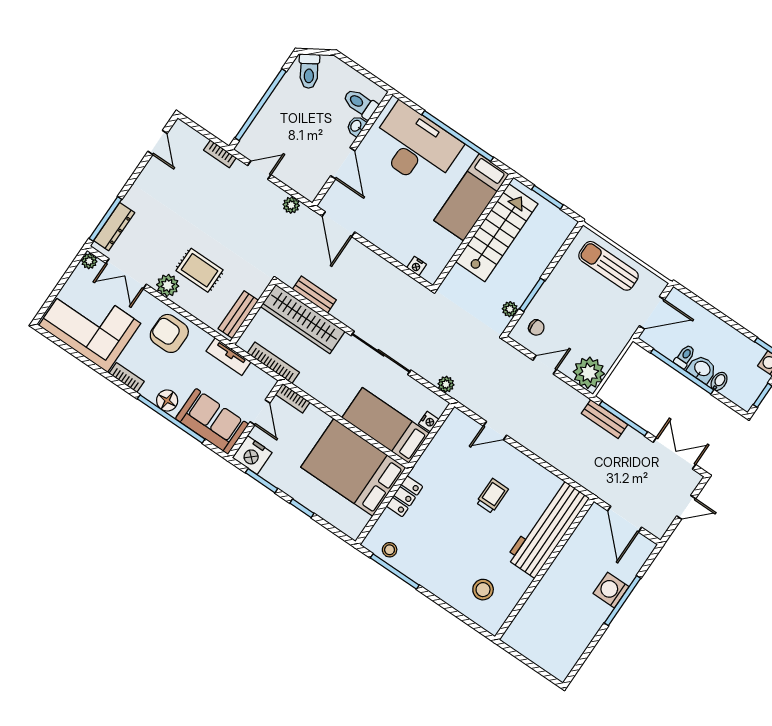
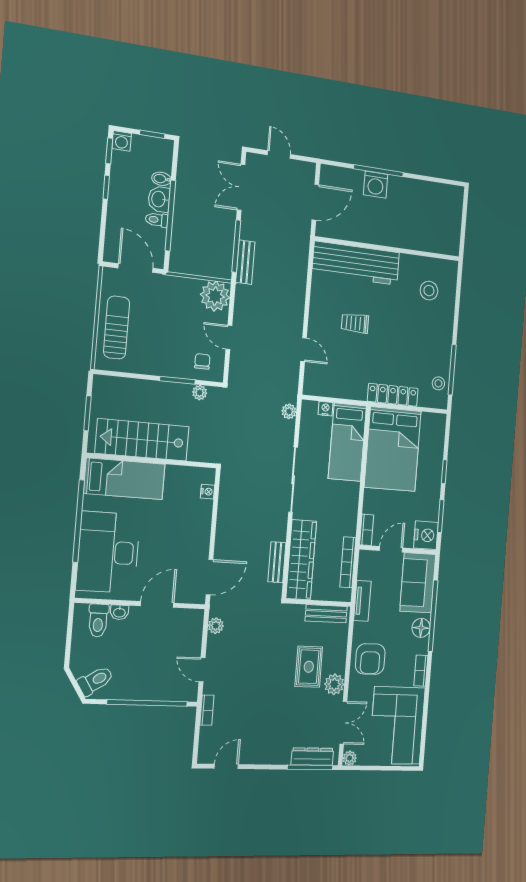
sun lounger: (609, 266) -> (117, 327), turned 180
window: (736, 326) -> (106, 187), added
locker: (405, 496) -> (393, 395), width x1.53

